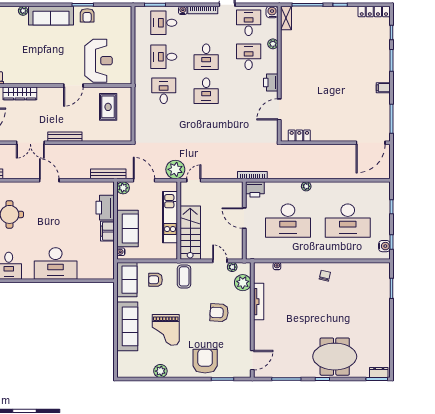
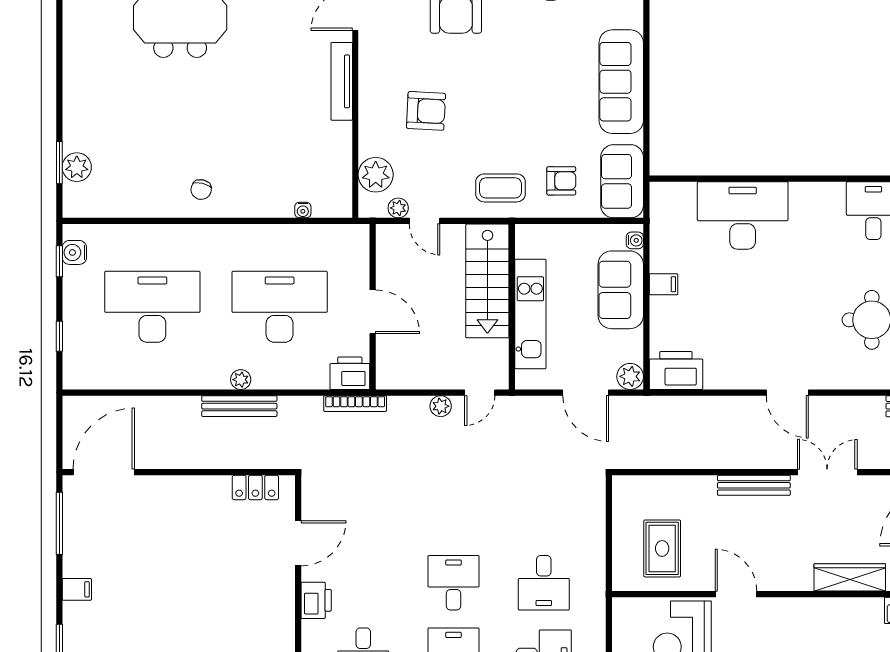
door: (73, 85) -> (736, 594), hinge flipped
plant: (175, 169) -> (441, 406), moved, width x0.53, depth x0.53
bench: (108, 174) -> (239, 406), moved
printer: (105, 208) -> (676, 370), moved, turned -90
filing cabinet: (107, 231) -> (663, 284), width x0.50
desk: (56, 263) -> (743, 216), moved
coffee table: (184, 276) -> (501, 188), turned 90
plant: (383, 286) -> (77, 167), added
tv unit: (259, 302) -> (342, 81), moved
grand piano: (166, 330) -> (539, 74), removed

